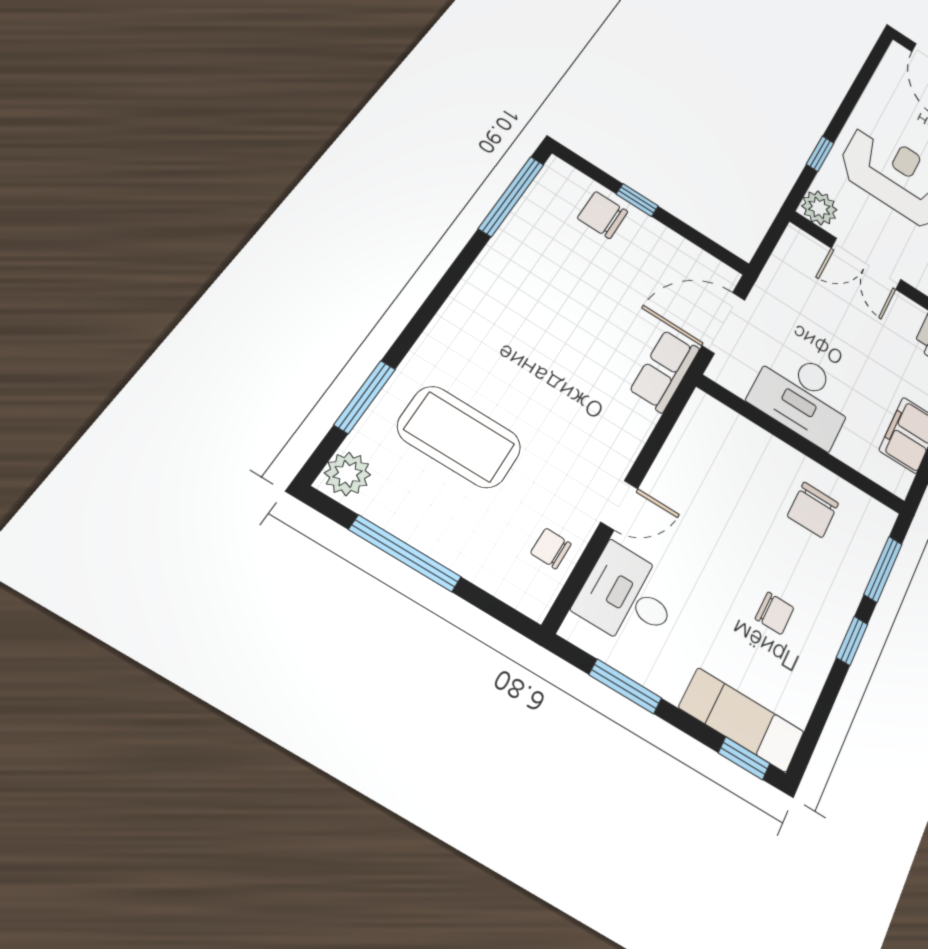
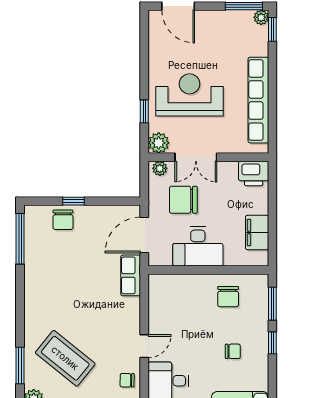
chair: (603, 215) -> (63, 220), turned -90
plant: (802, 243) -> (160, 168), added
chair: (816, 311) -> (183, 200), added
coffee table: (459, 437) -> (65, 358), turned 39

